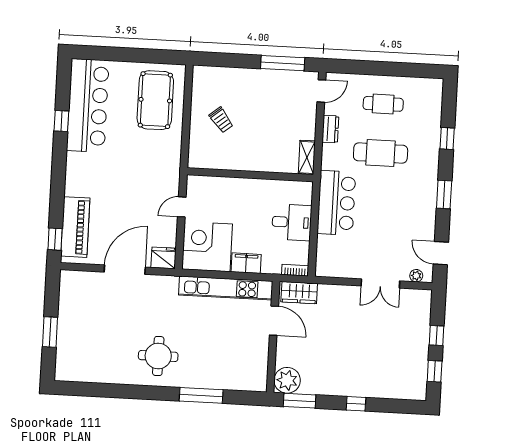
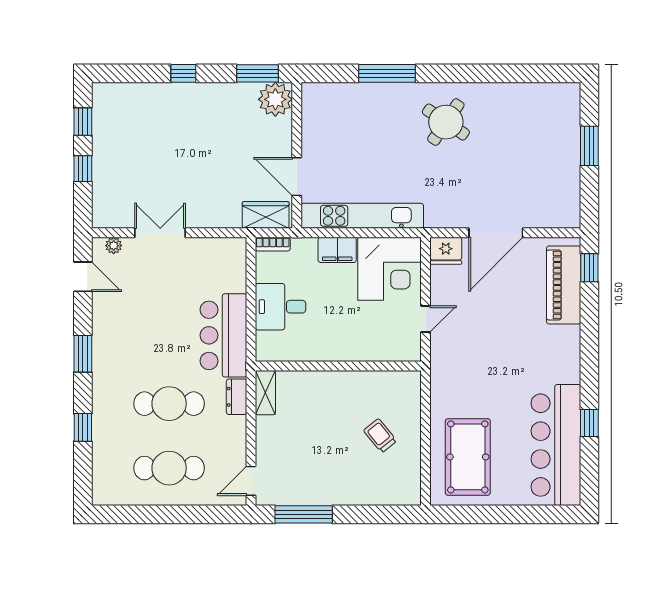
cafe table: (383, 104) -> (169, 468), width x1.37, depth x1.35
dresser: (330, 129) -> (236, 397), moved
round table: (158, 356) -> (446, 122), turned 34

